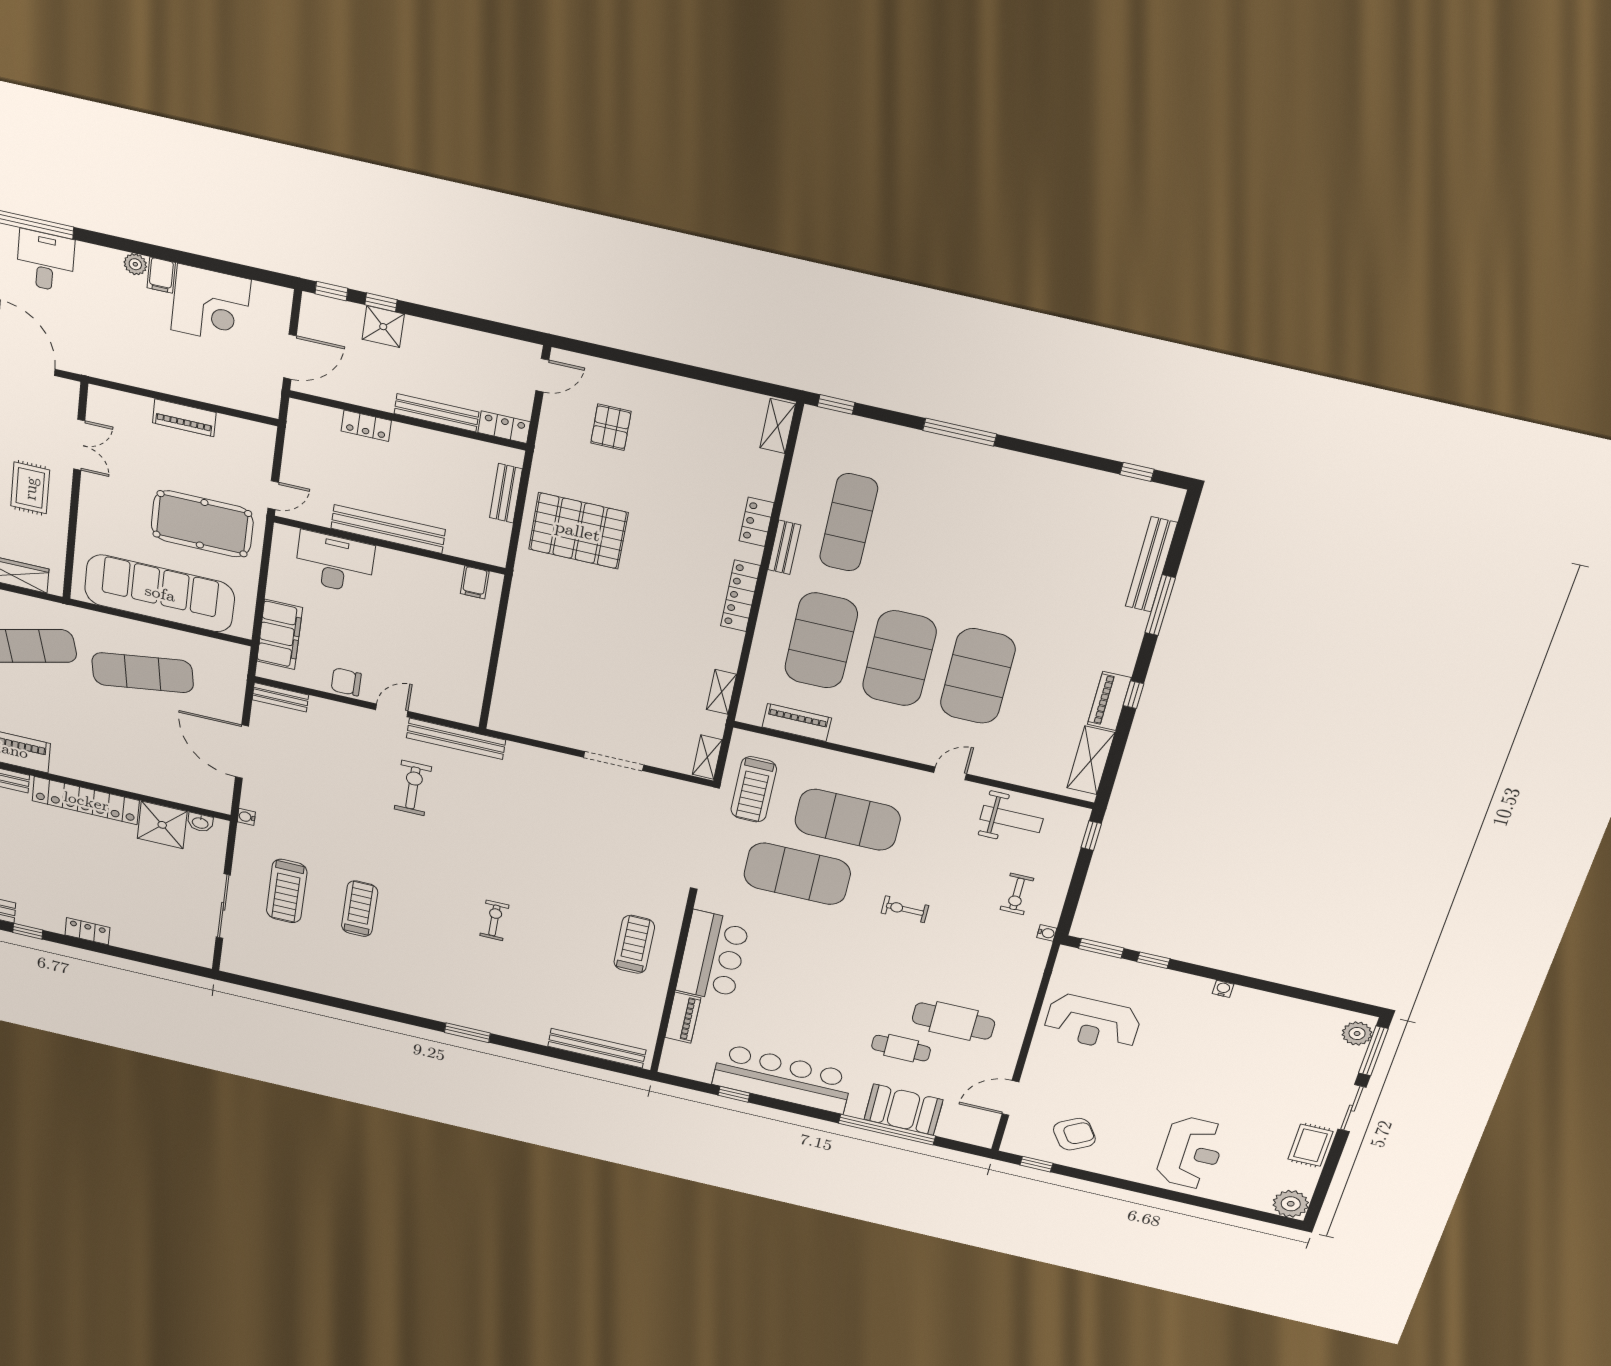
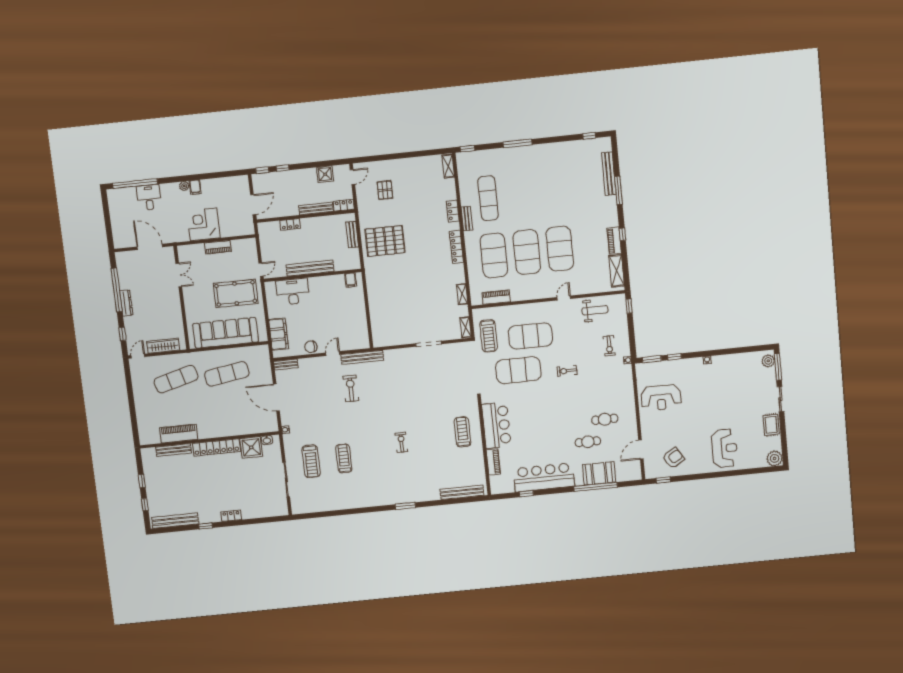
corner desk: (211, 305) -> (203, 224), moved, turned 180
shower: (383, 327) -> (325, 174), moved
rug: (30, 488) -> (163, 302), removed
cafe table: (953, 1021) -> (605, 419), width x0.73, depth x0.74

